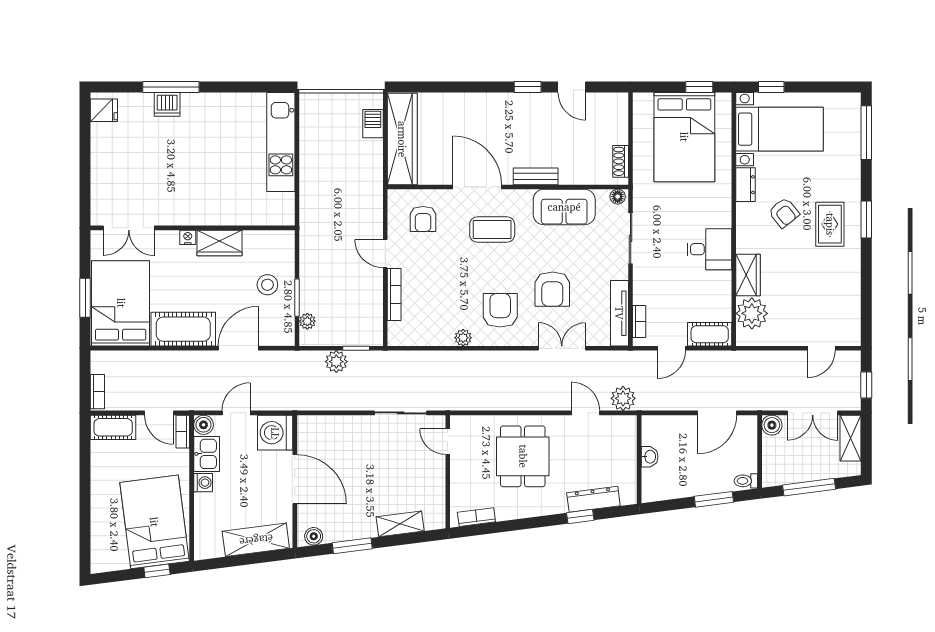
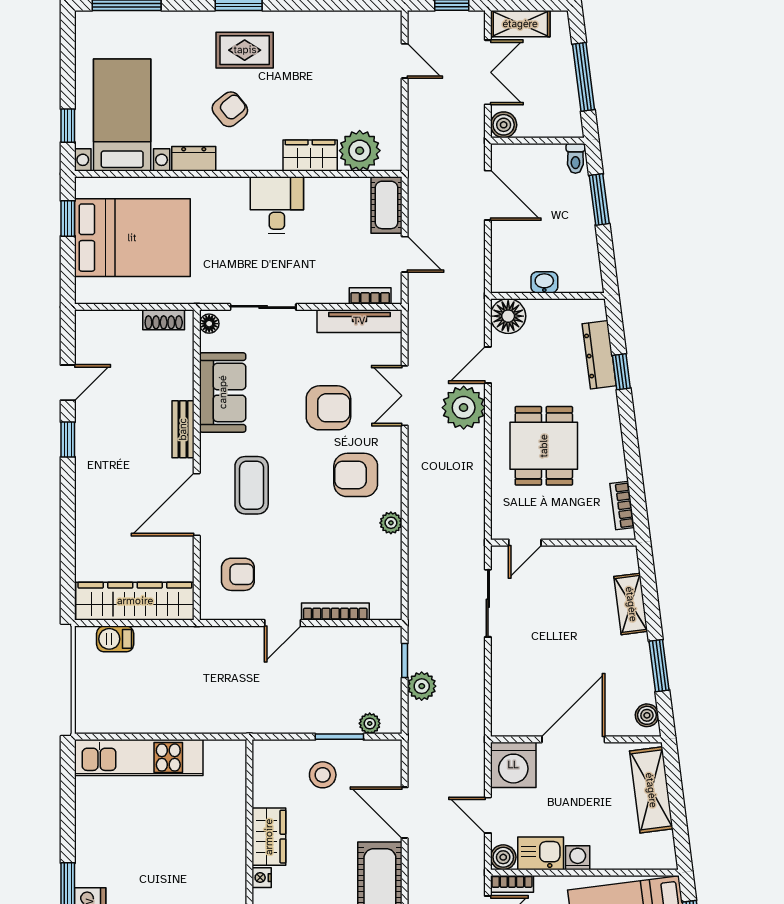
plant: (623, 398) -> (464, 408), moved, width x1.36, depth x1.36
floor lamp: (623, 429) -> (508, 316), added
dining table: (523, 456) -> (544, 446), turned 90

